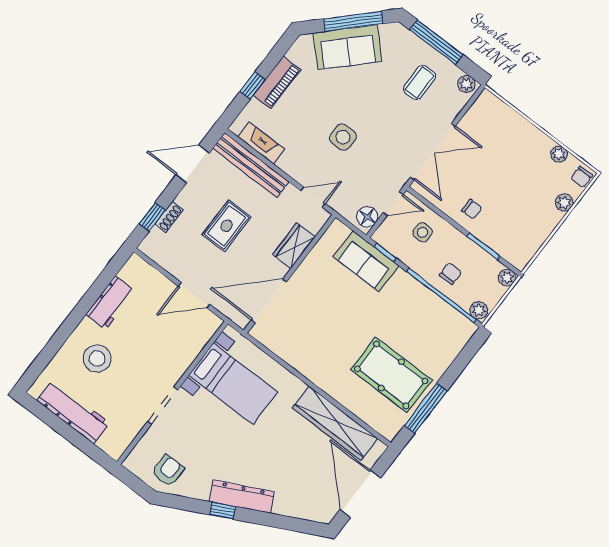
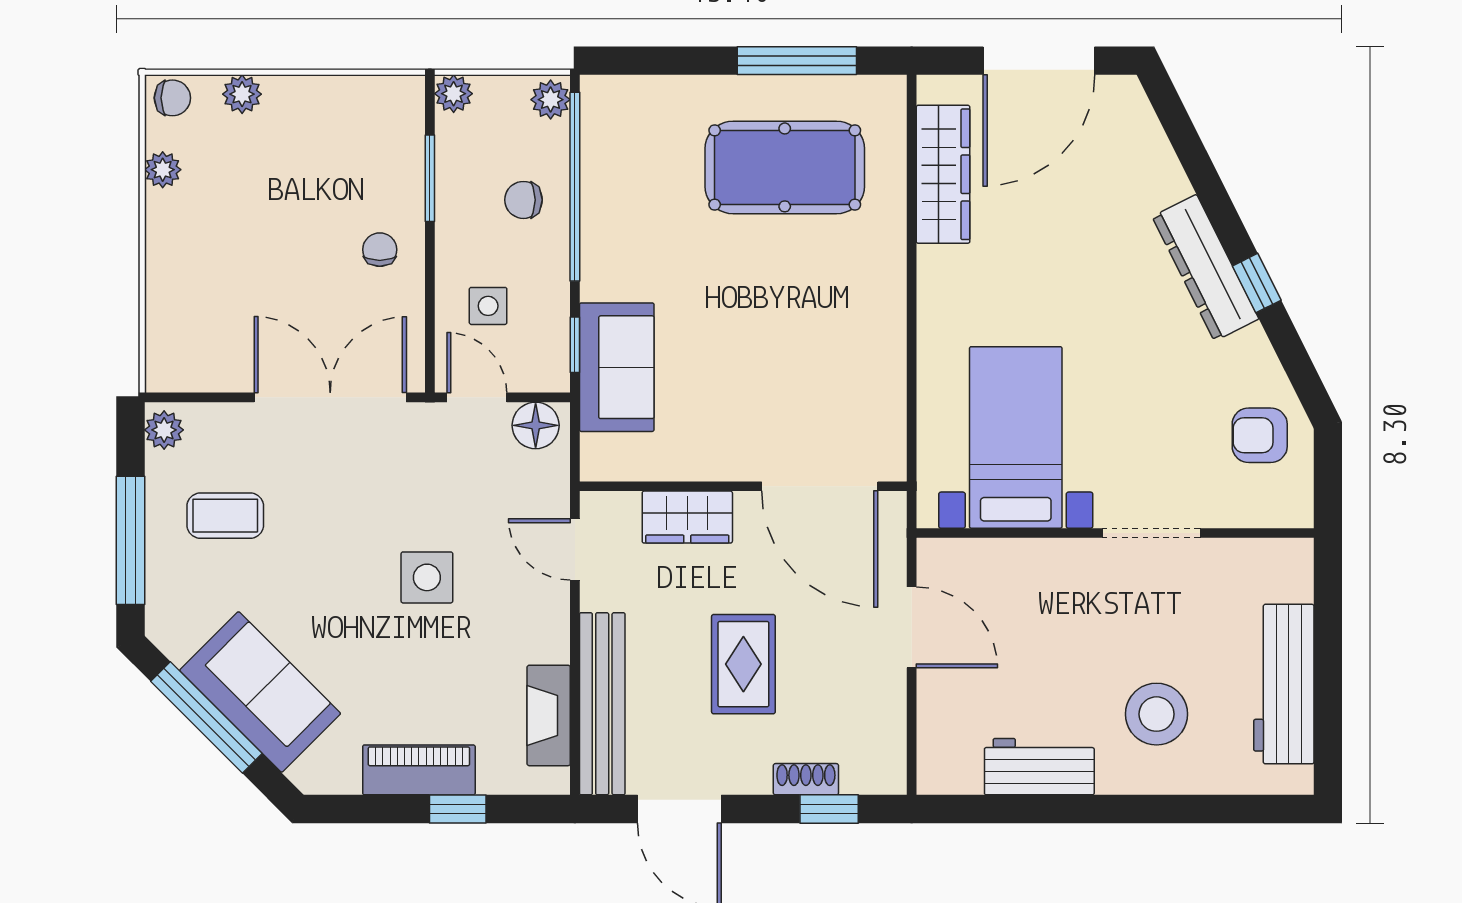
rug: (227, 226) -> (743, 664), turned 90
pool table: (391, 375) -> (785, 167), turned 90
wardrobe: (335, 423) -> (943, 174), width x0.71, depth x0.85

